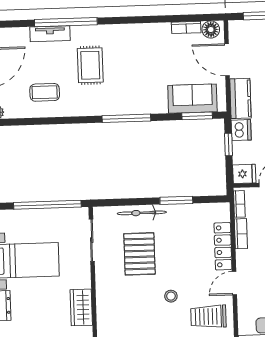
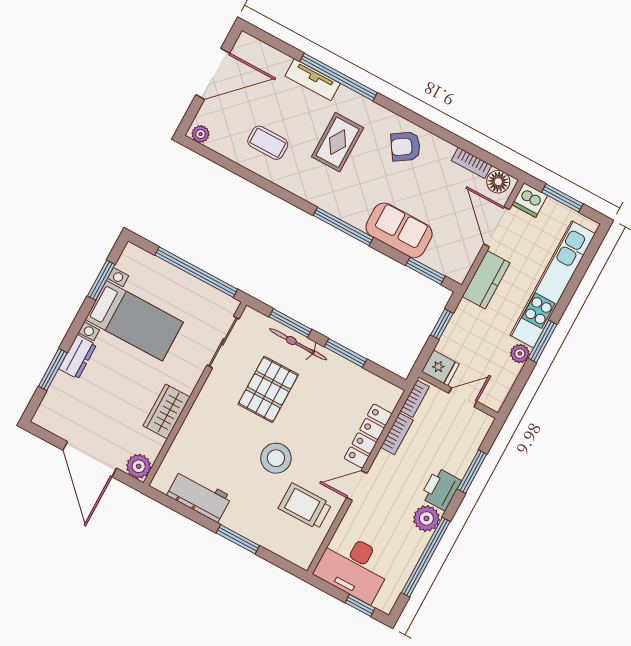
armchair: (136, 42) -> (406, 147), added
sofa: (192, 99) -> (399, 230), moved
dishwasher: (241, 130) -> (530, 200), moved, turned 90
window: (129, 202) -> (290, 323), added
stool: (171, 296) -> (276, 458), width x1.89, depth x1.89

